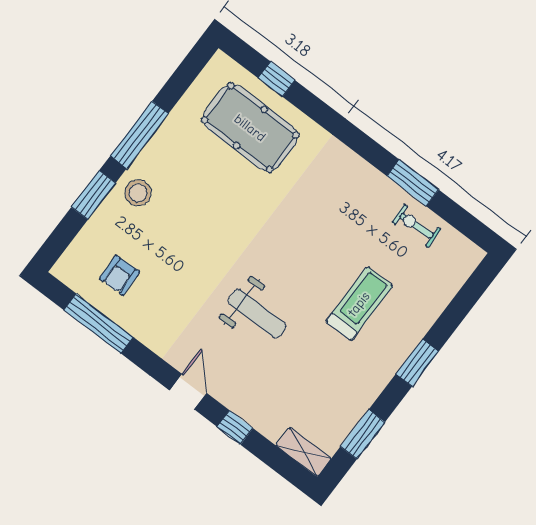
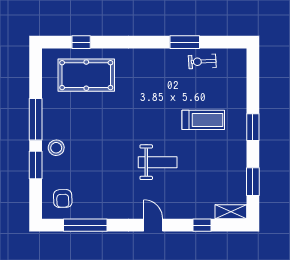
armchair: (119, 275) -> (63, 199), moved
treadmill: (359, 304) -> (203, 120), turned 90
window: (235, 427) -> (202, 225), moved

